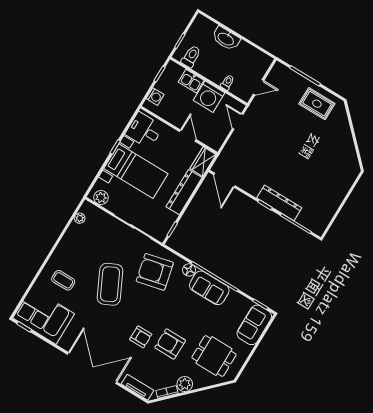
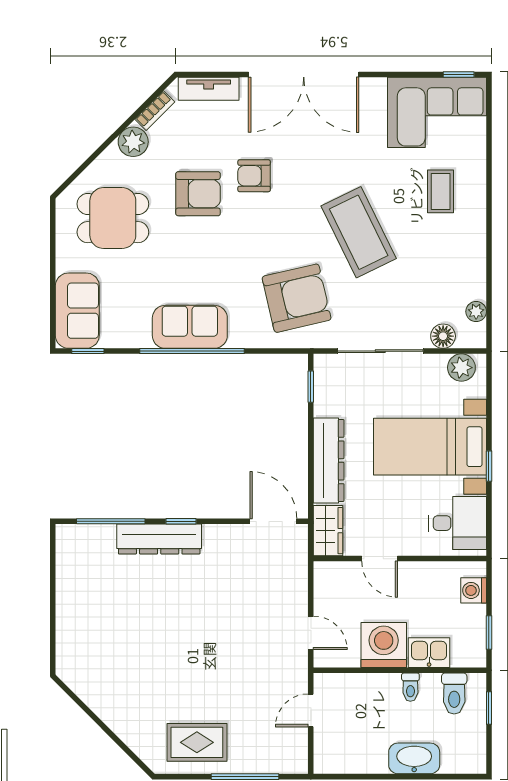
toilet: (227, 82) -> (410, 687), moved
floor lamp: (189, 270) -> (443, 336), moved
coffee table: (63, 280) -> (441, 191), turned 90

